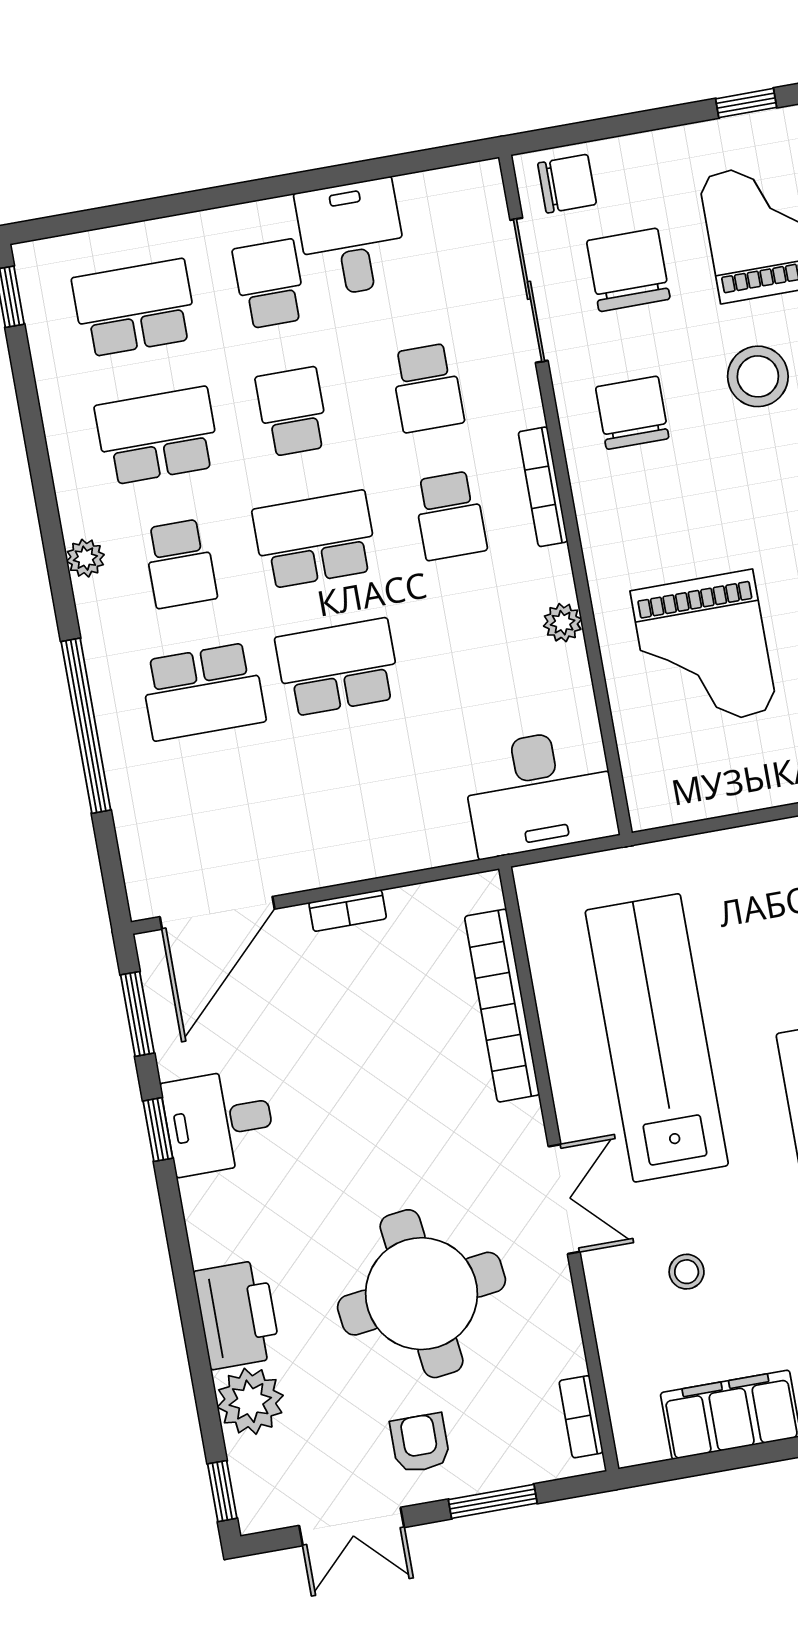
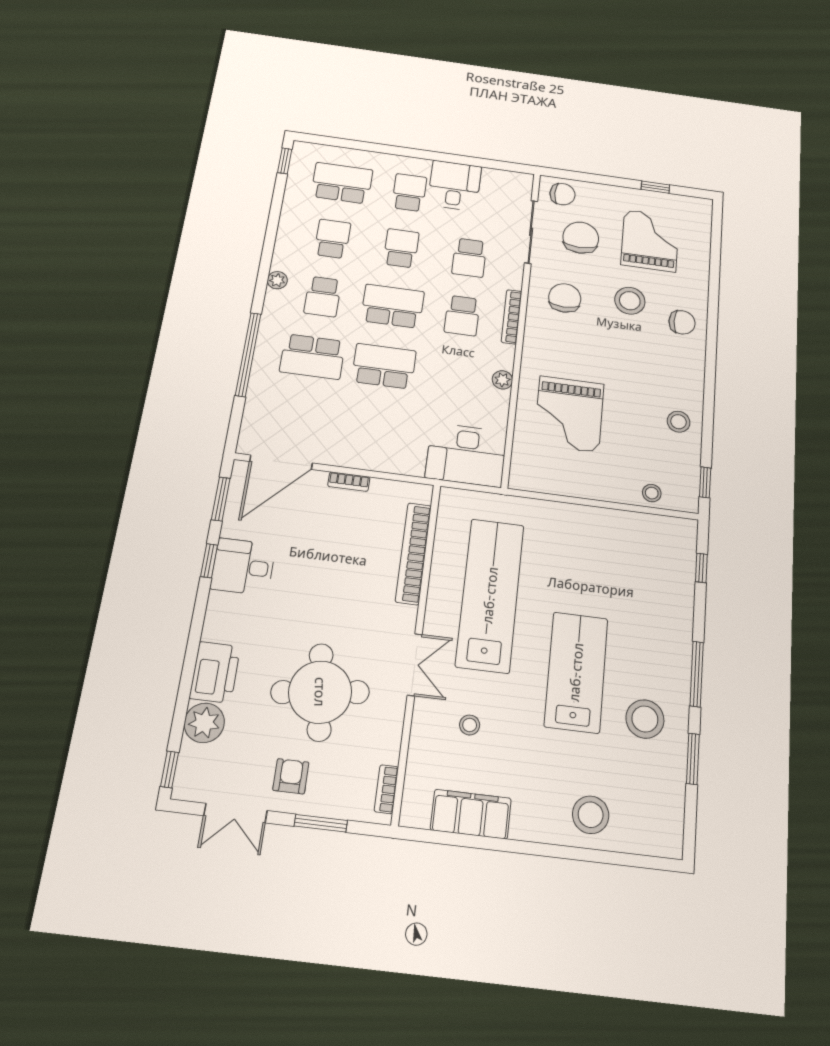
school desk: (157, 436) -> (332, 239), width x0.54

